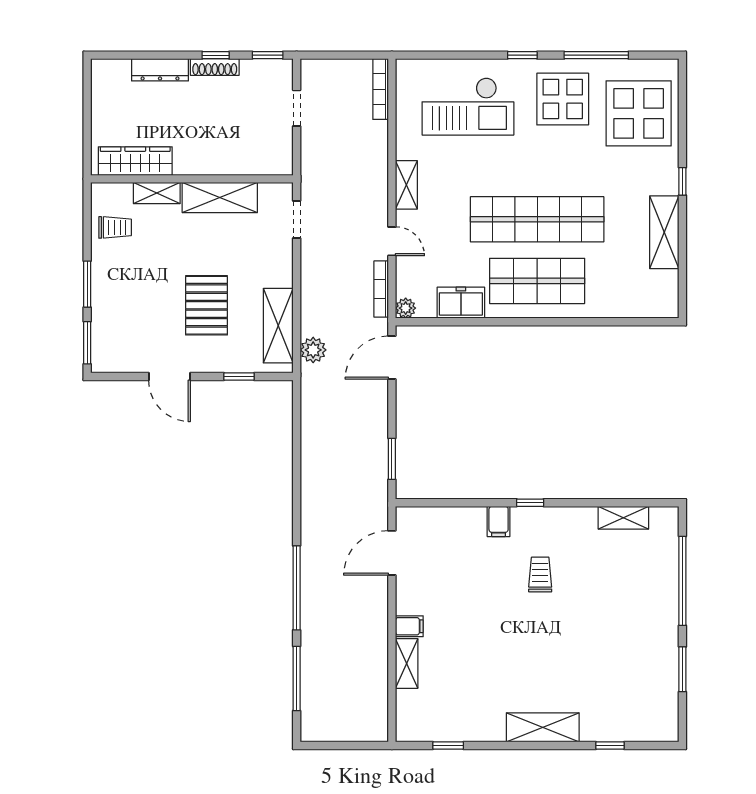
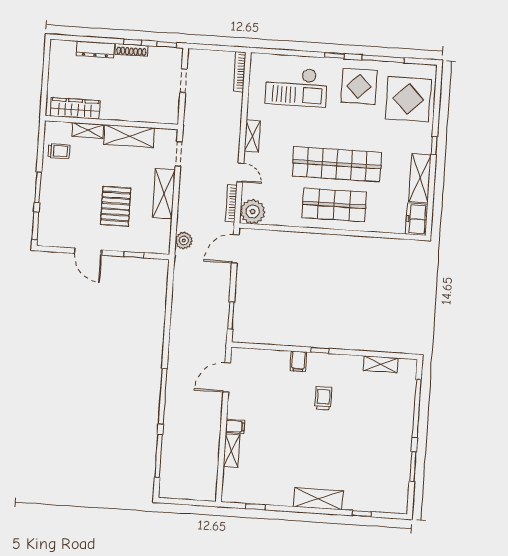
freezer: (461, 303) -> (417, 219), moved, turned -90
plant: (406, 308) -> (253, 211), width x1.88, depth x1.88
shelving: (278, 326) -> (164, 194), moved

